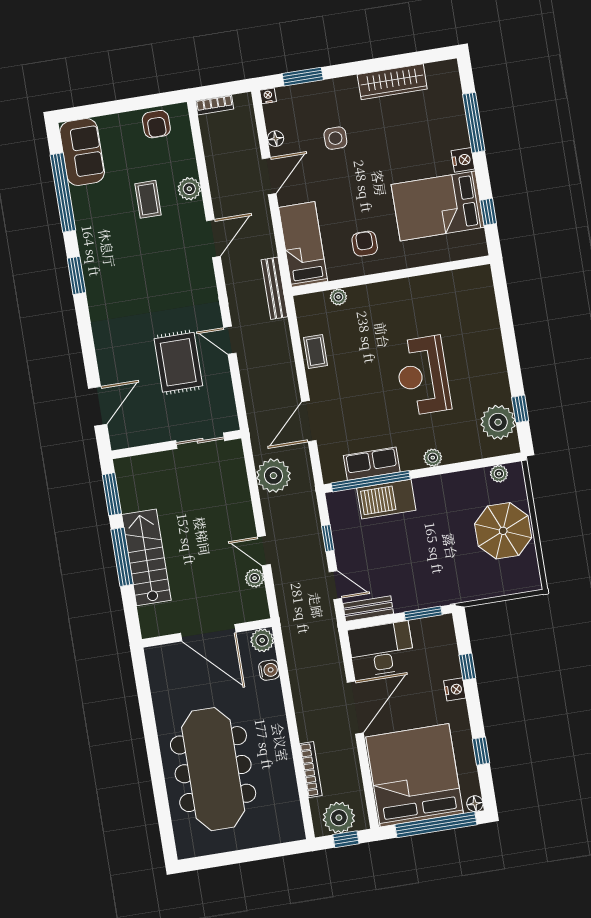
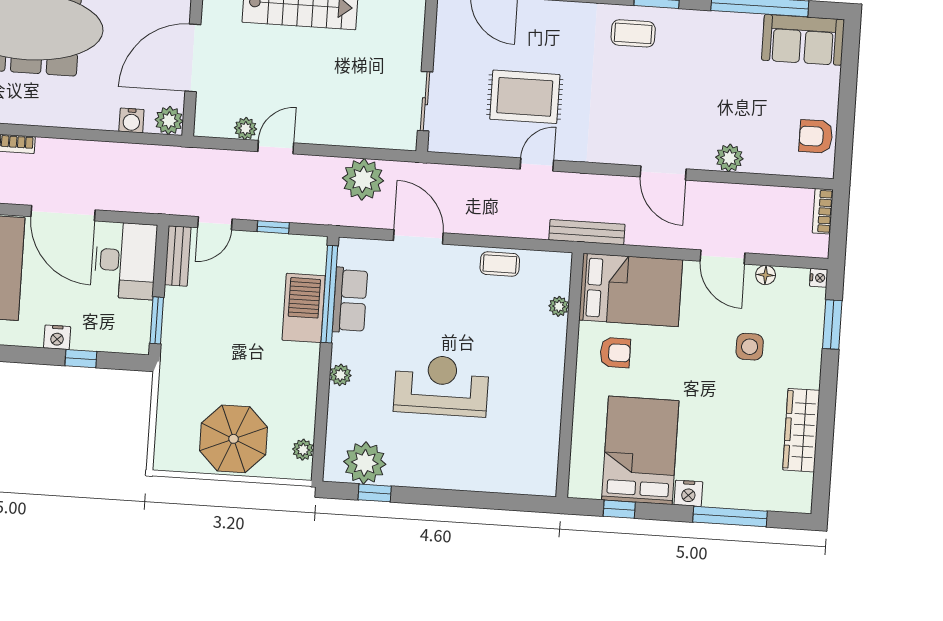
coffee table: (148, 199) -> (633, 33), moved
bed: (303, 244) -> (631, 290), width x1.50

